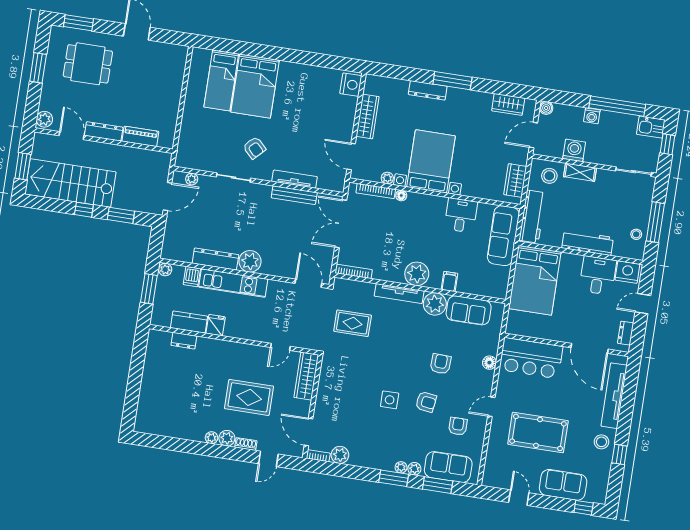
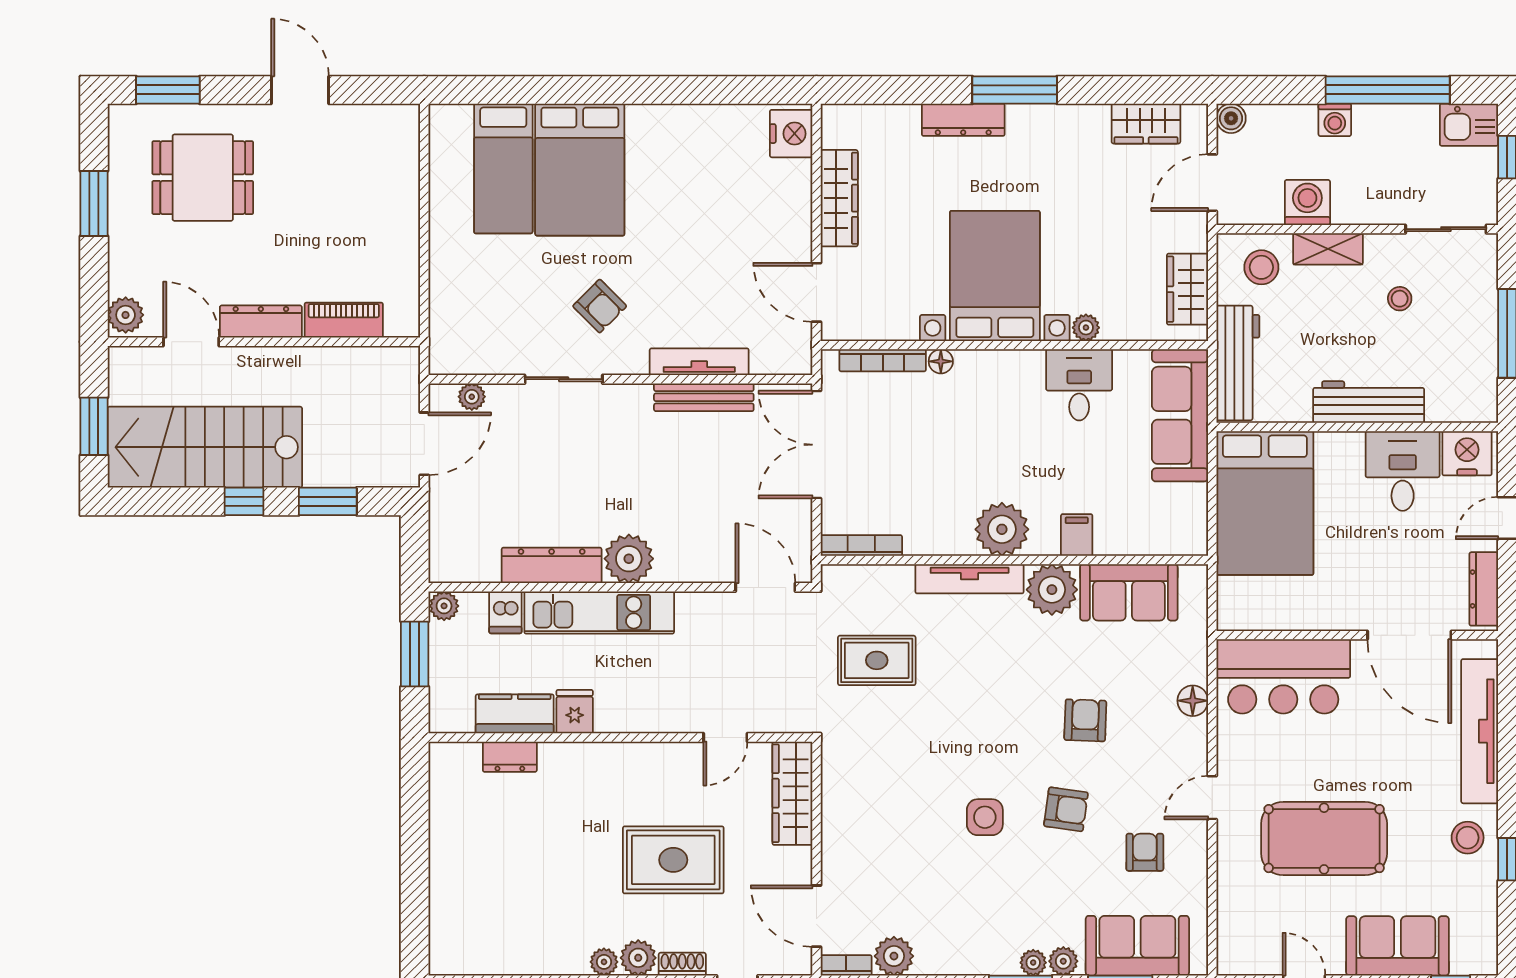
plant: (387, 178) -> (1086, 328), moved
stool: (636, 234) -> (1400, 299), moved
dresser: (626, 333) -> (1484, 589), width x1.44

